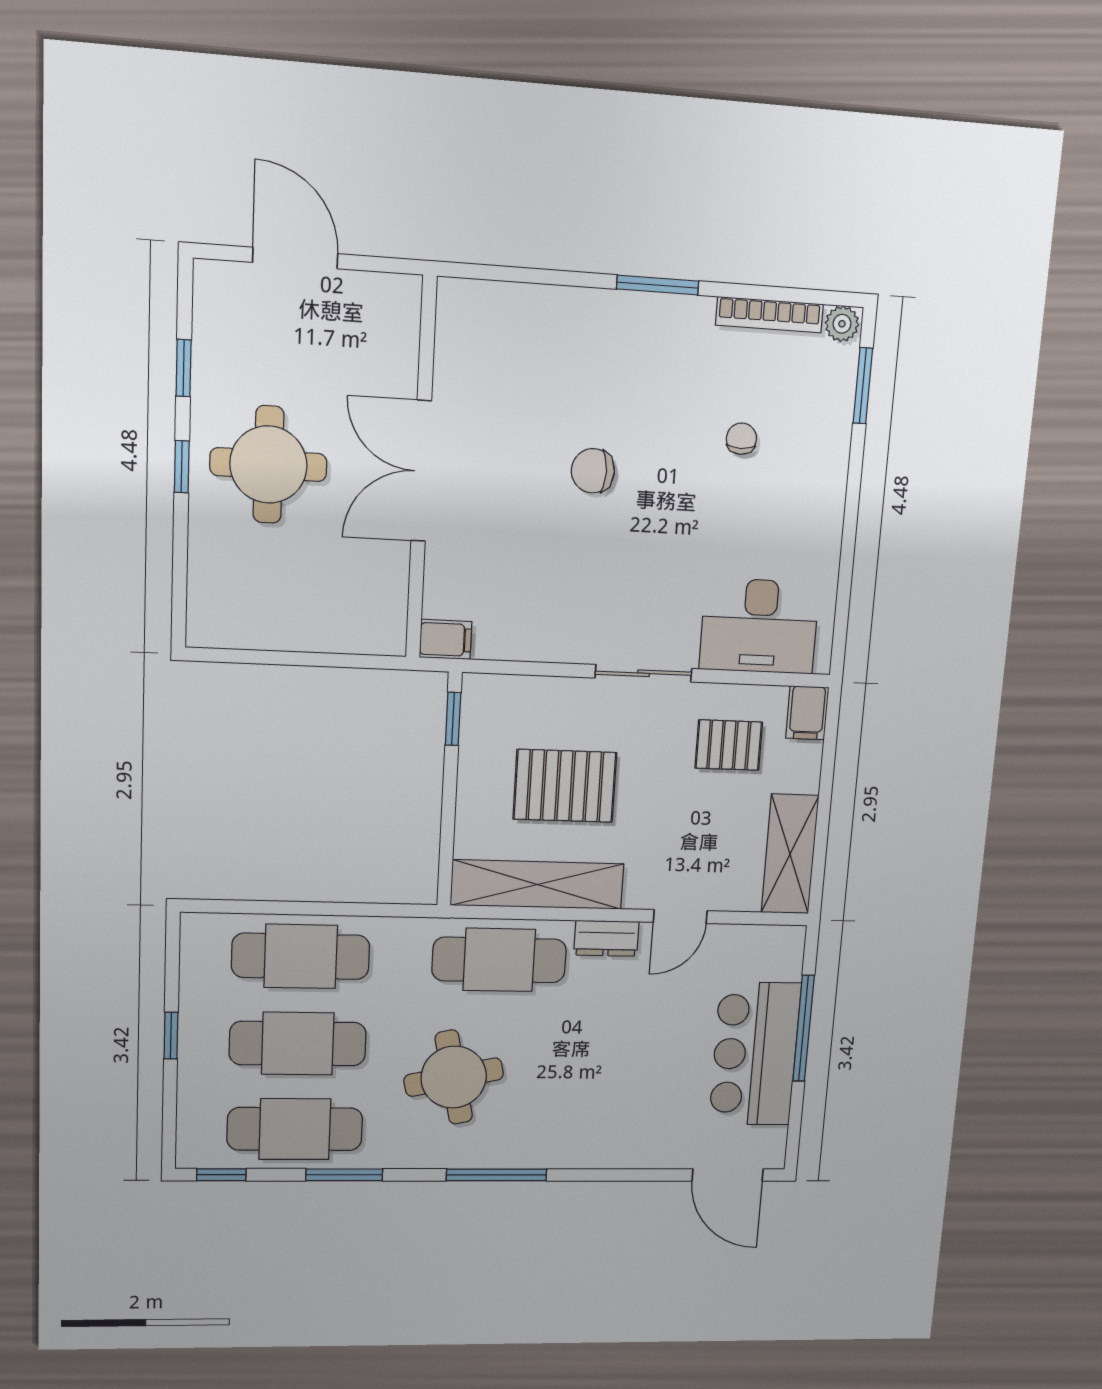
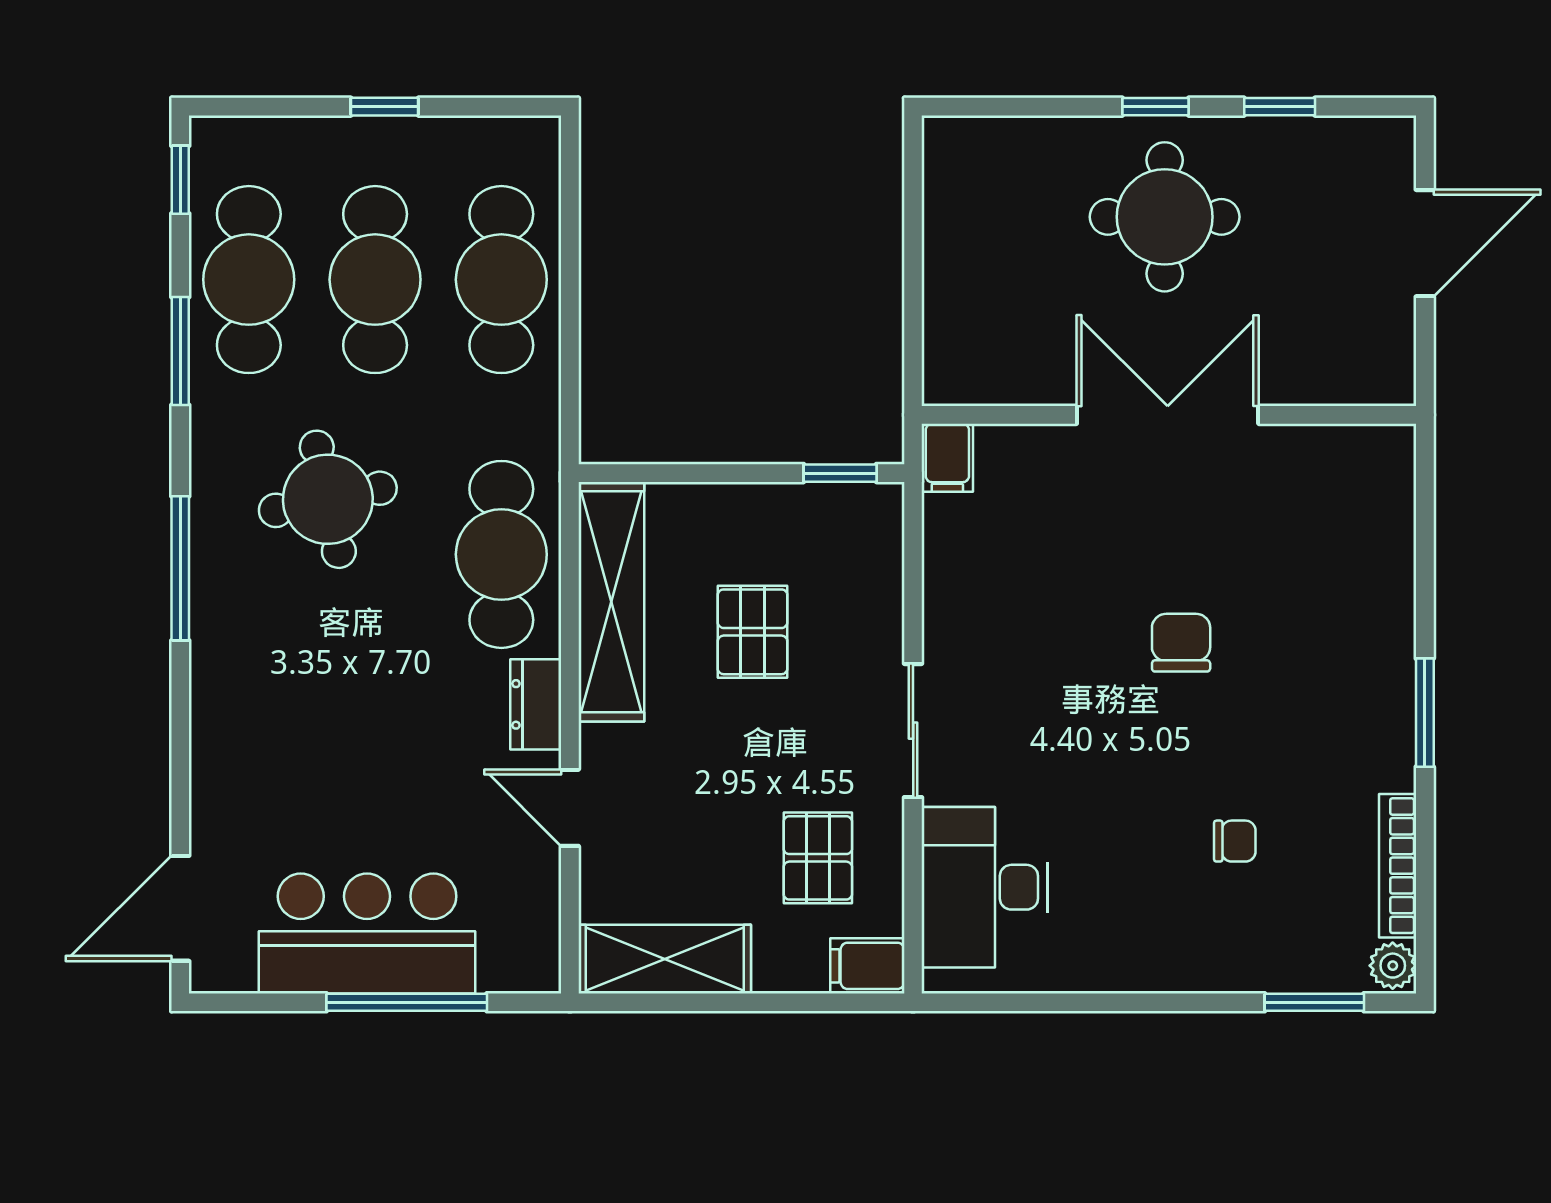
pallet: (565, 786) -> (753, 632), width x0.67, depth x0.71

